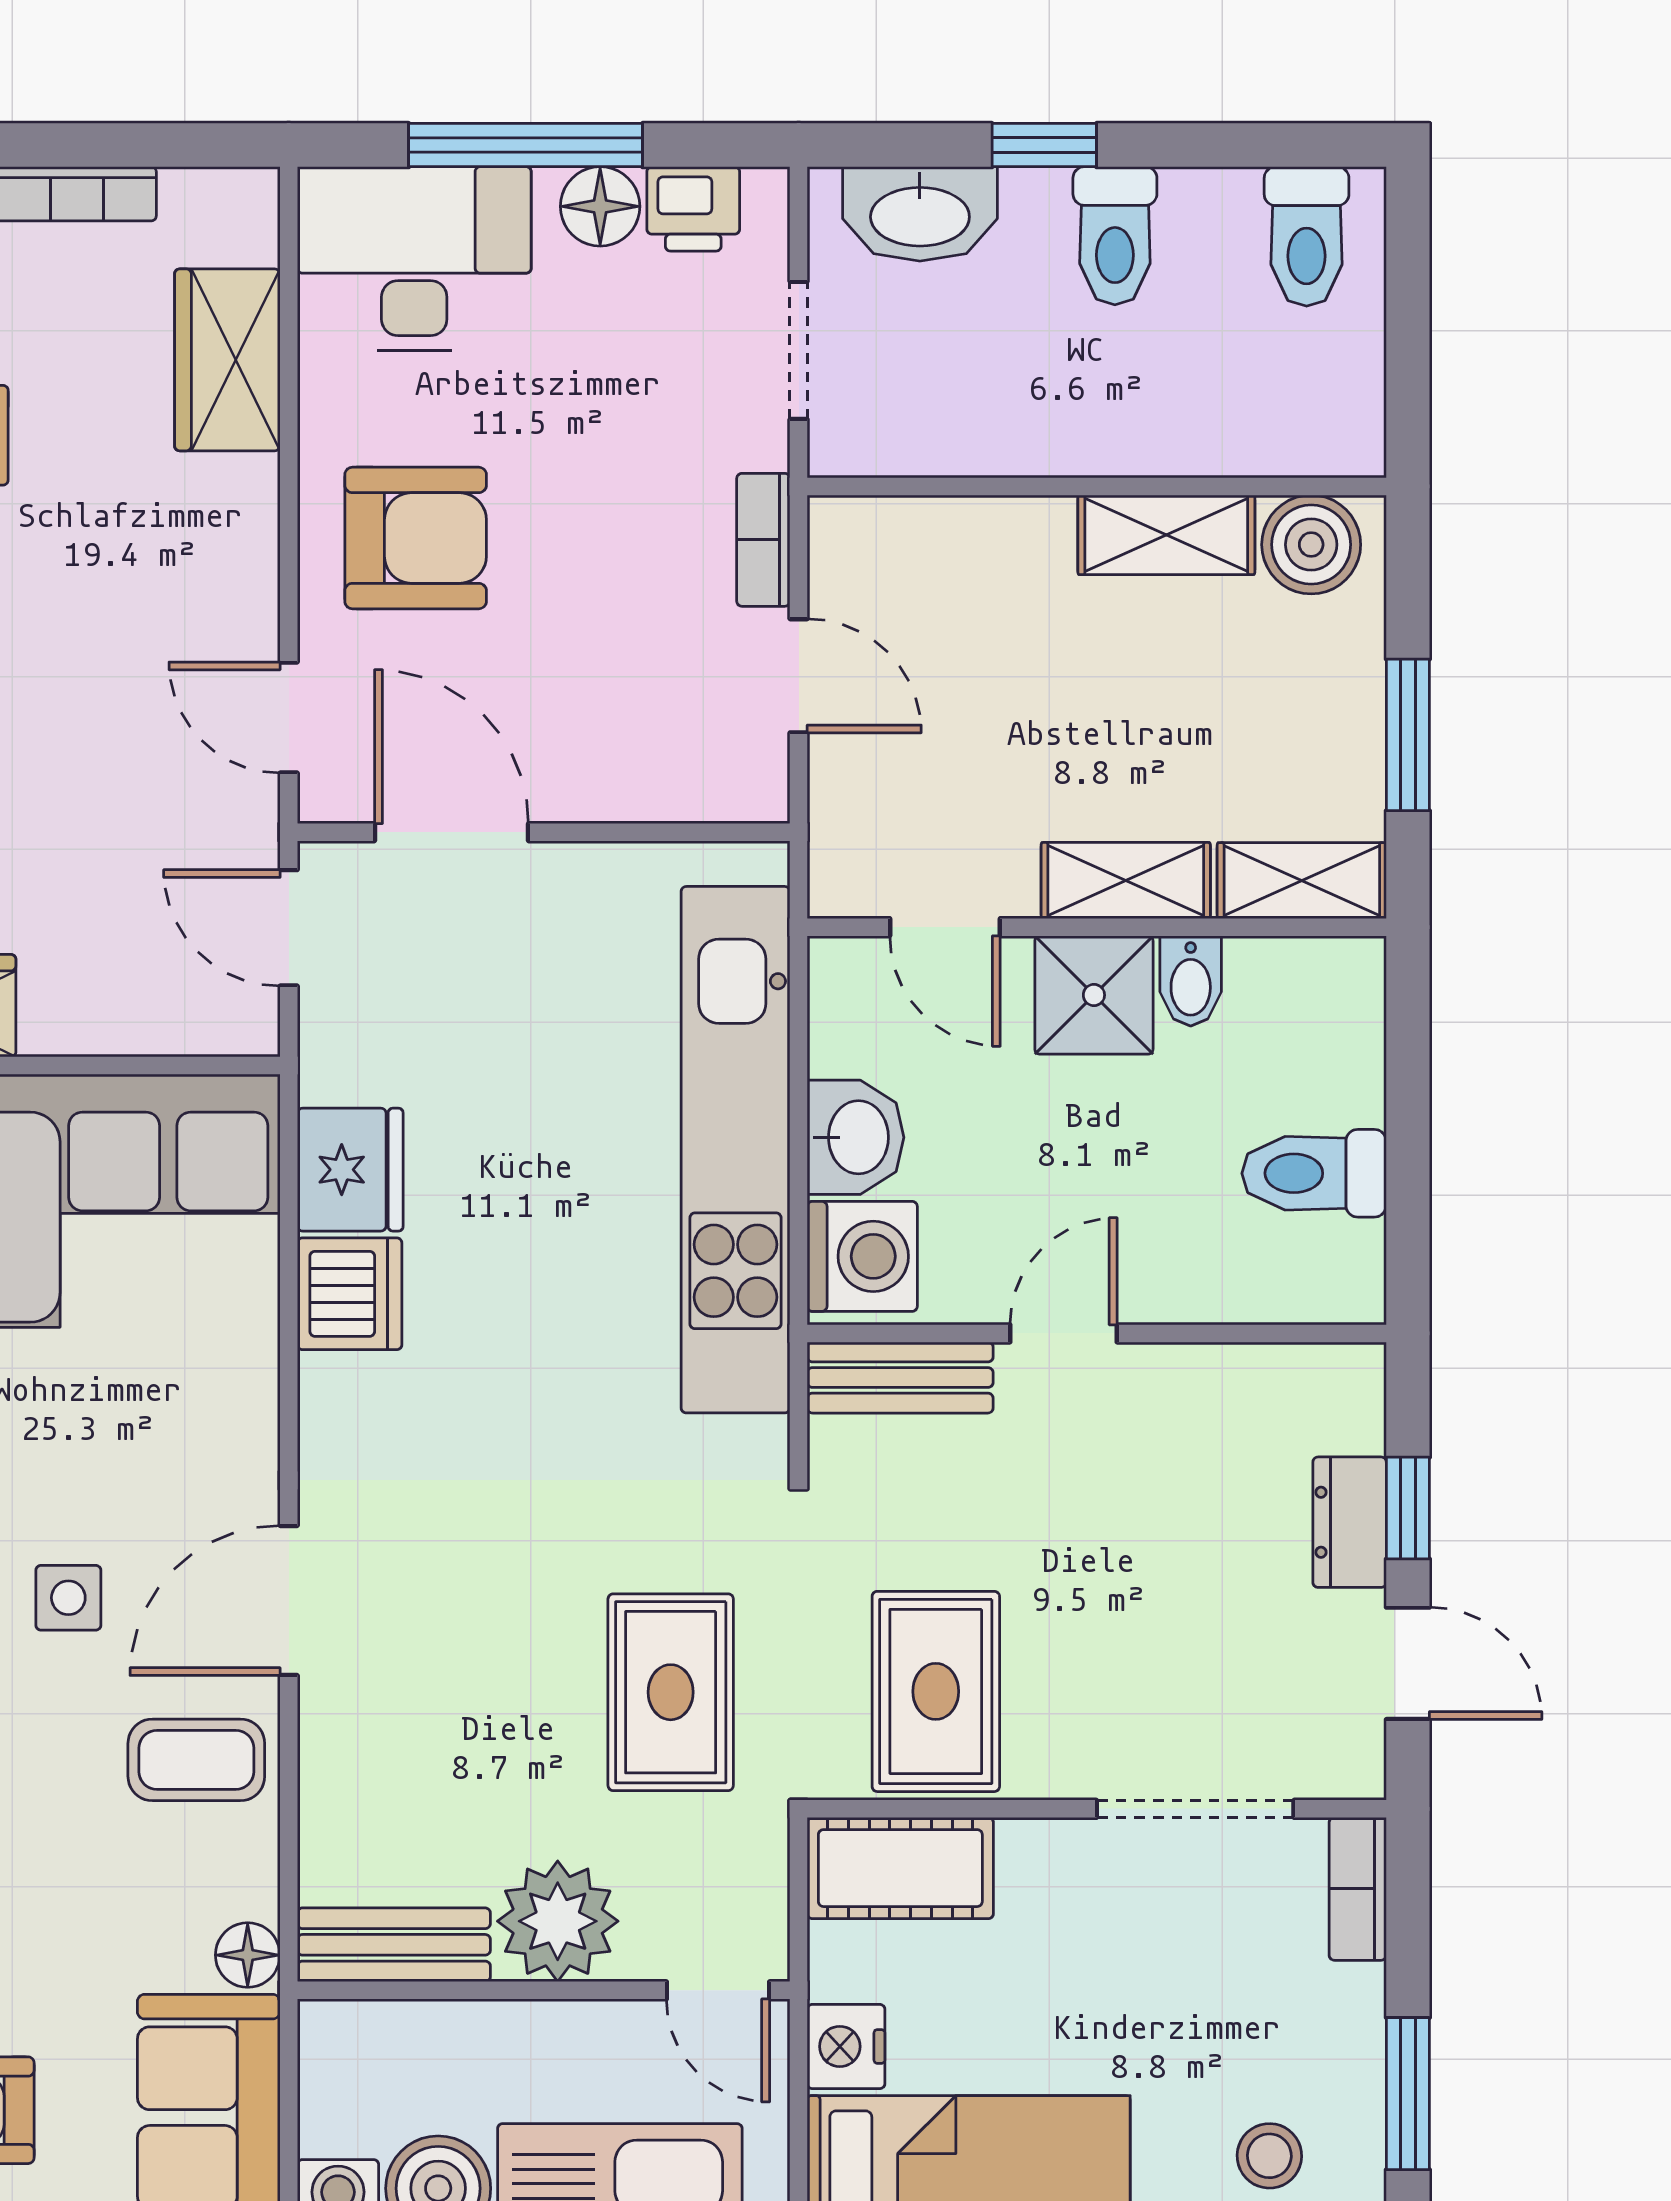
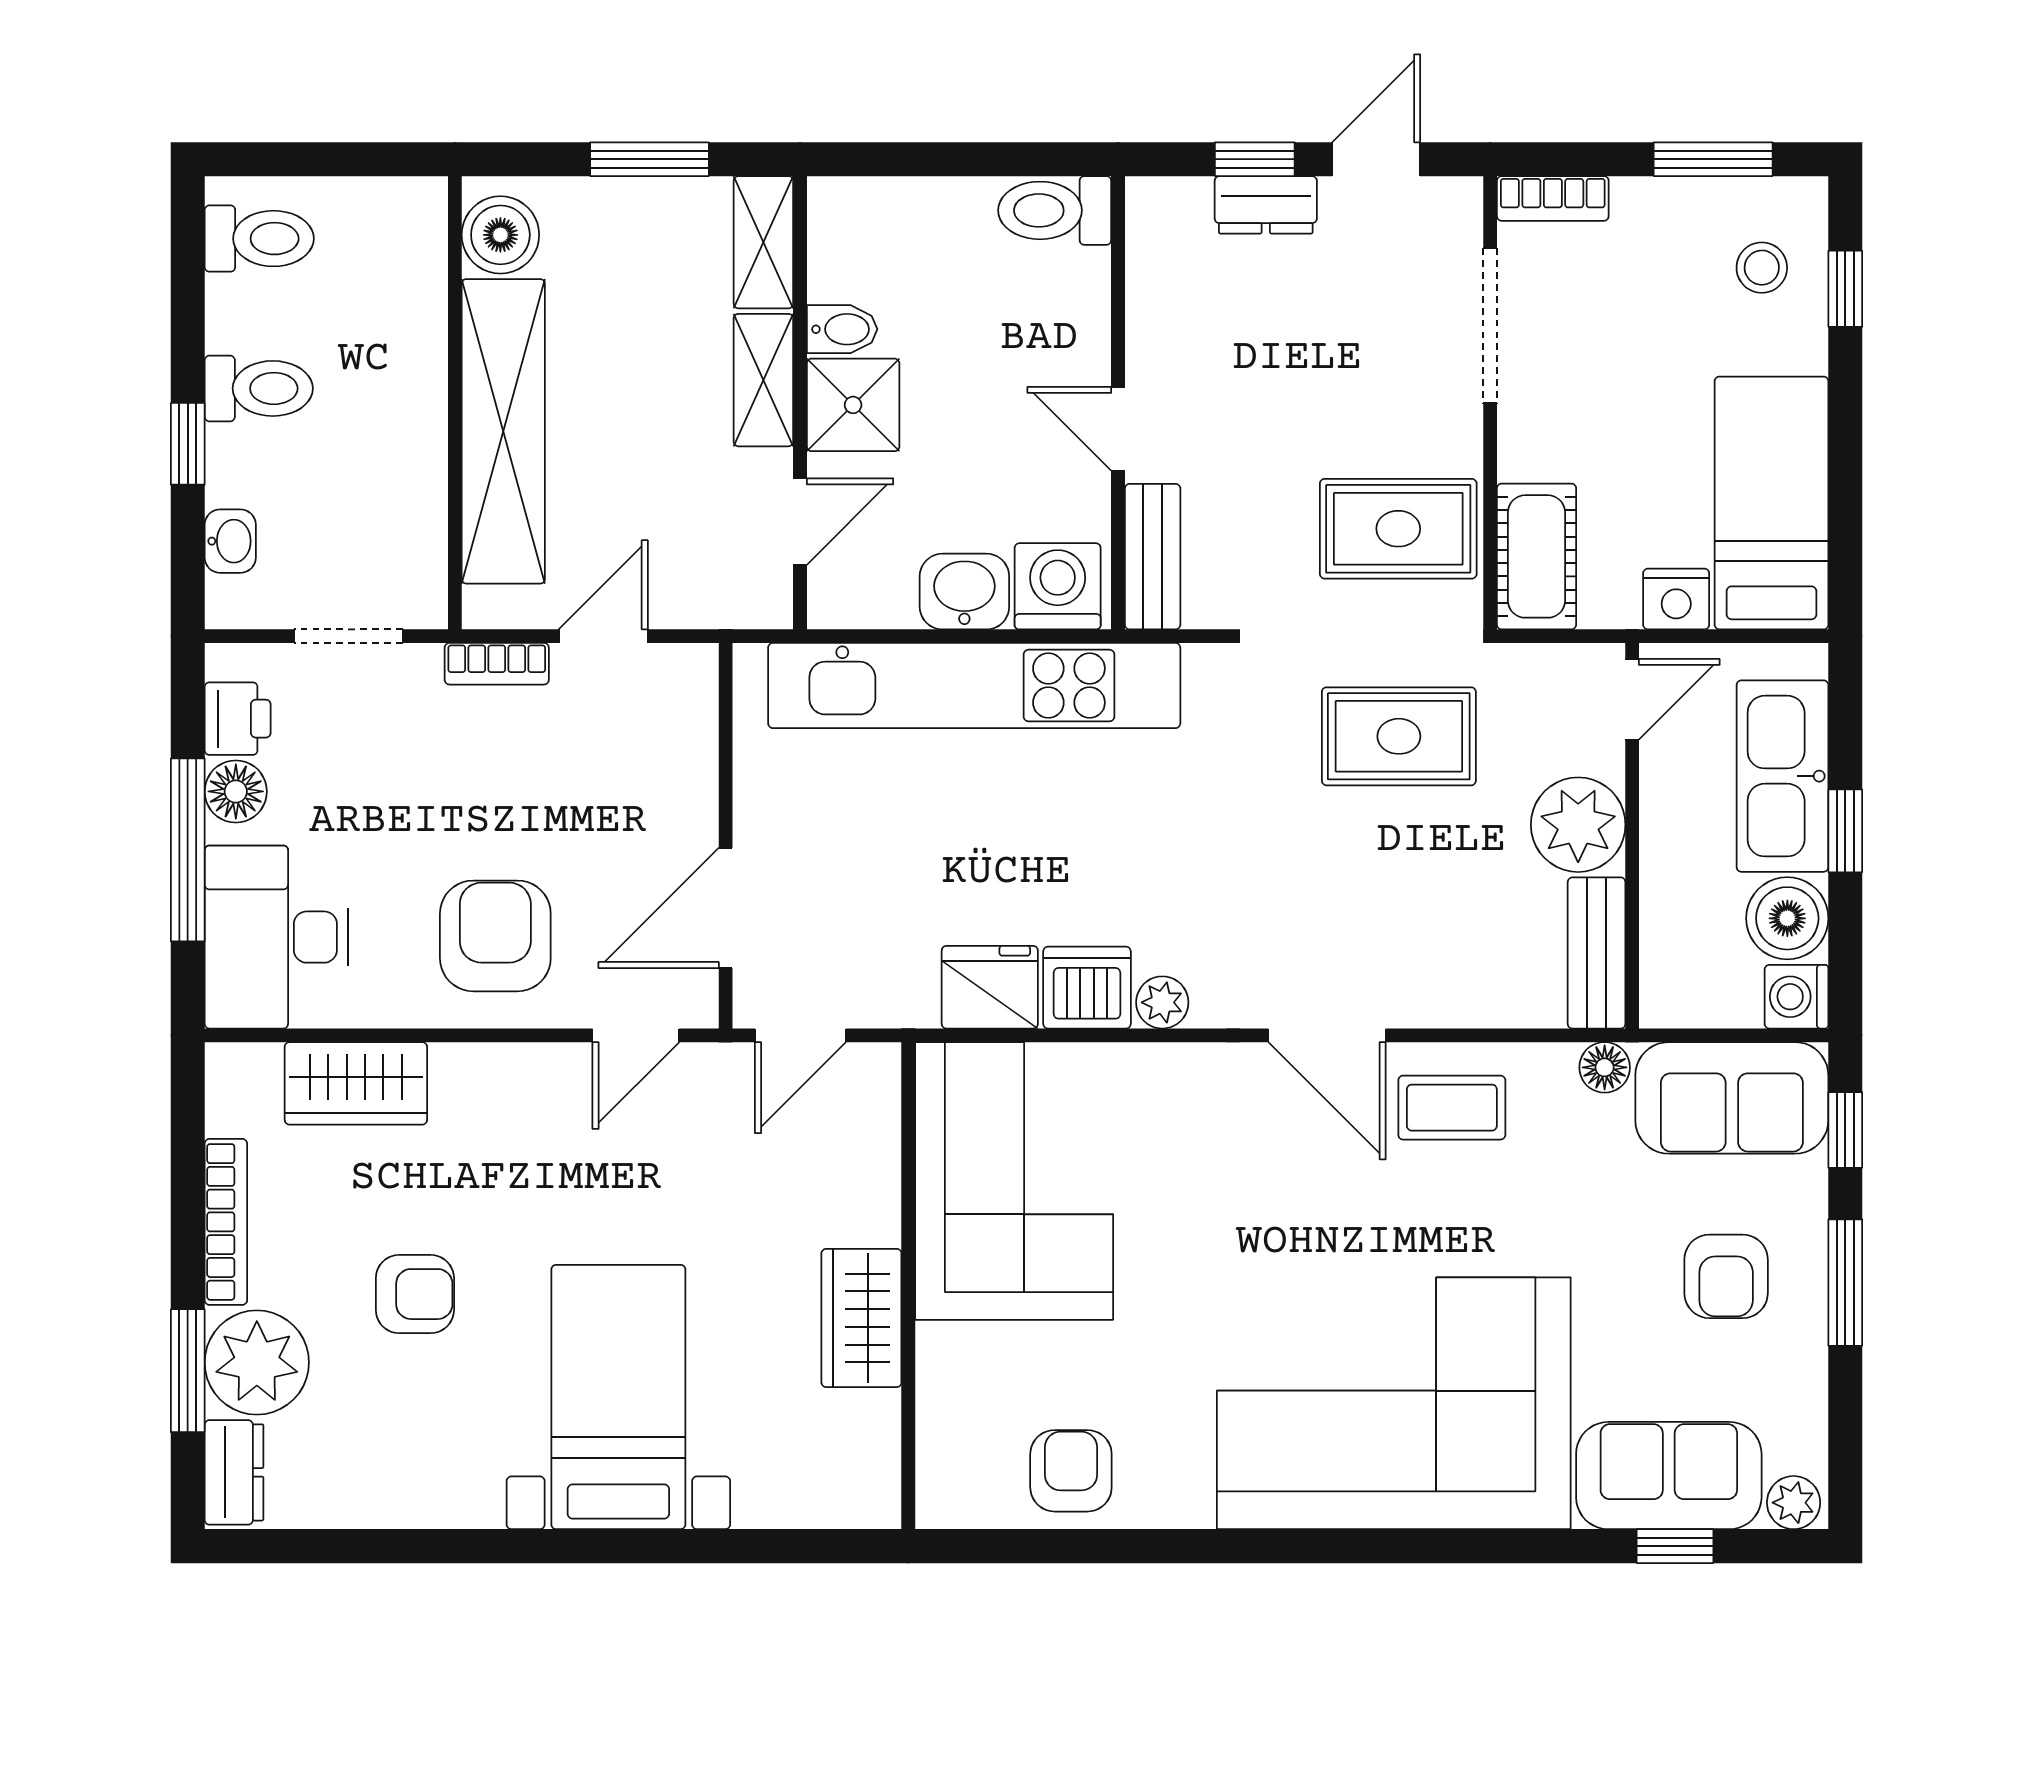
washbasin: (920, 214) -> (230, 541), width x0.52, depth x0.69
shelving: (1166, 535) -> (503, 431), width x2.20, depth x1.33
toilet: (1314, 1173) -> (1055, 210), moved, turned 90
plant: (331, 1390) -> (1162, 1002), added
side table: (68, 1598) -> (1325, 1208), removed
coffee table: (196, 1760) -> (1452, 1108), turned 90

